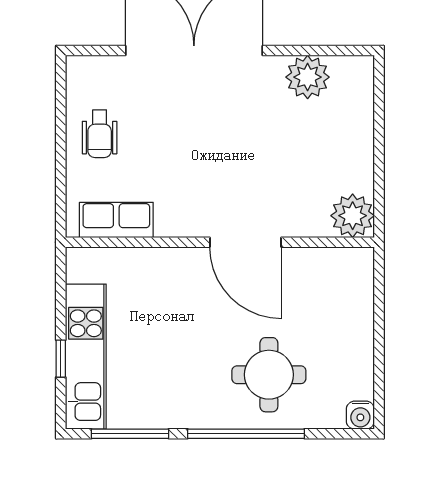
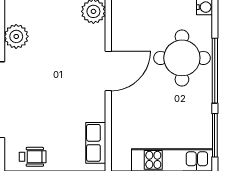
wheelchair: (100, 134) -> (33, 157), moved
round table: (269, 375) -> (182, 58), width x1.36, depth x1.36

